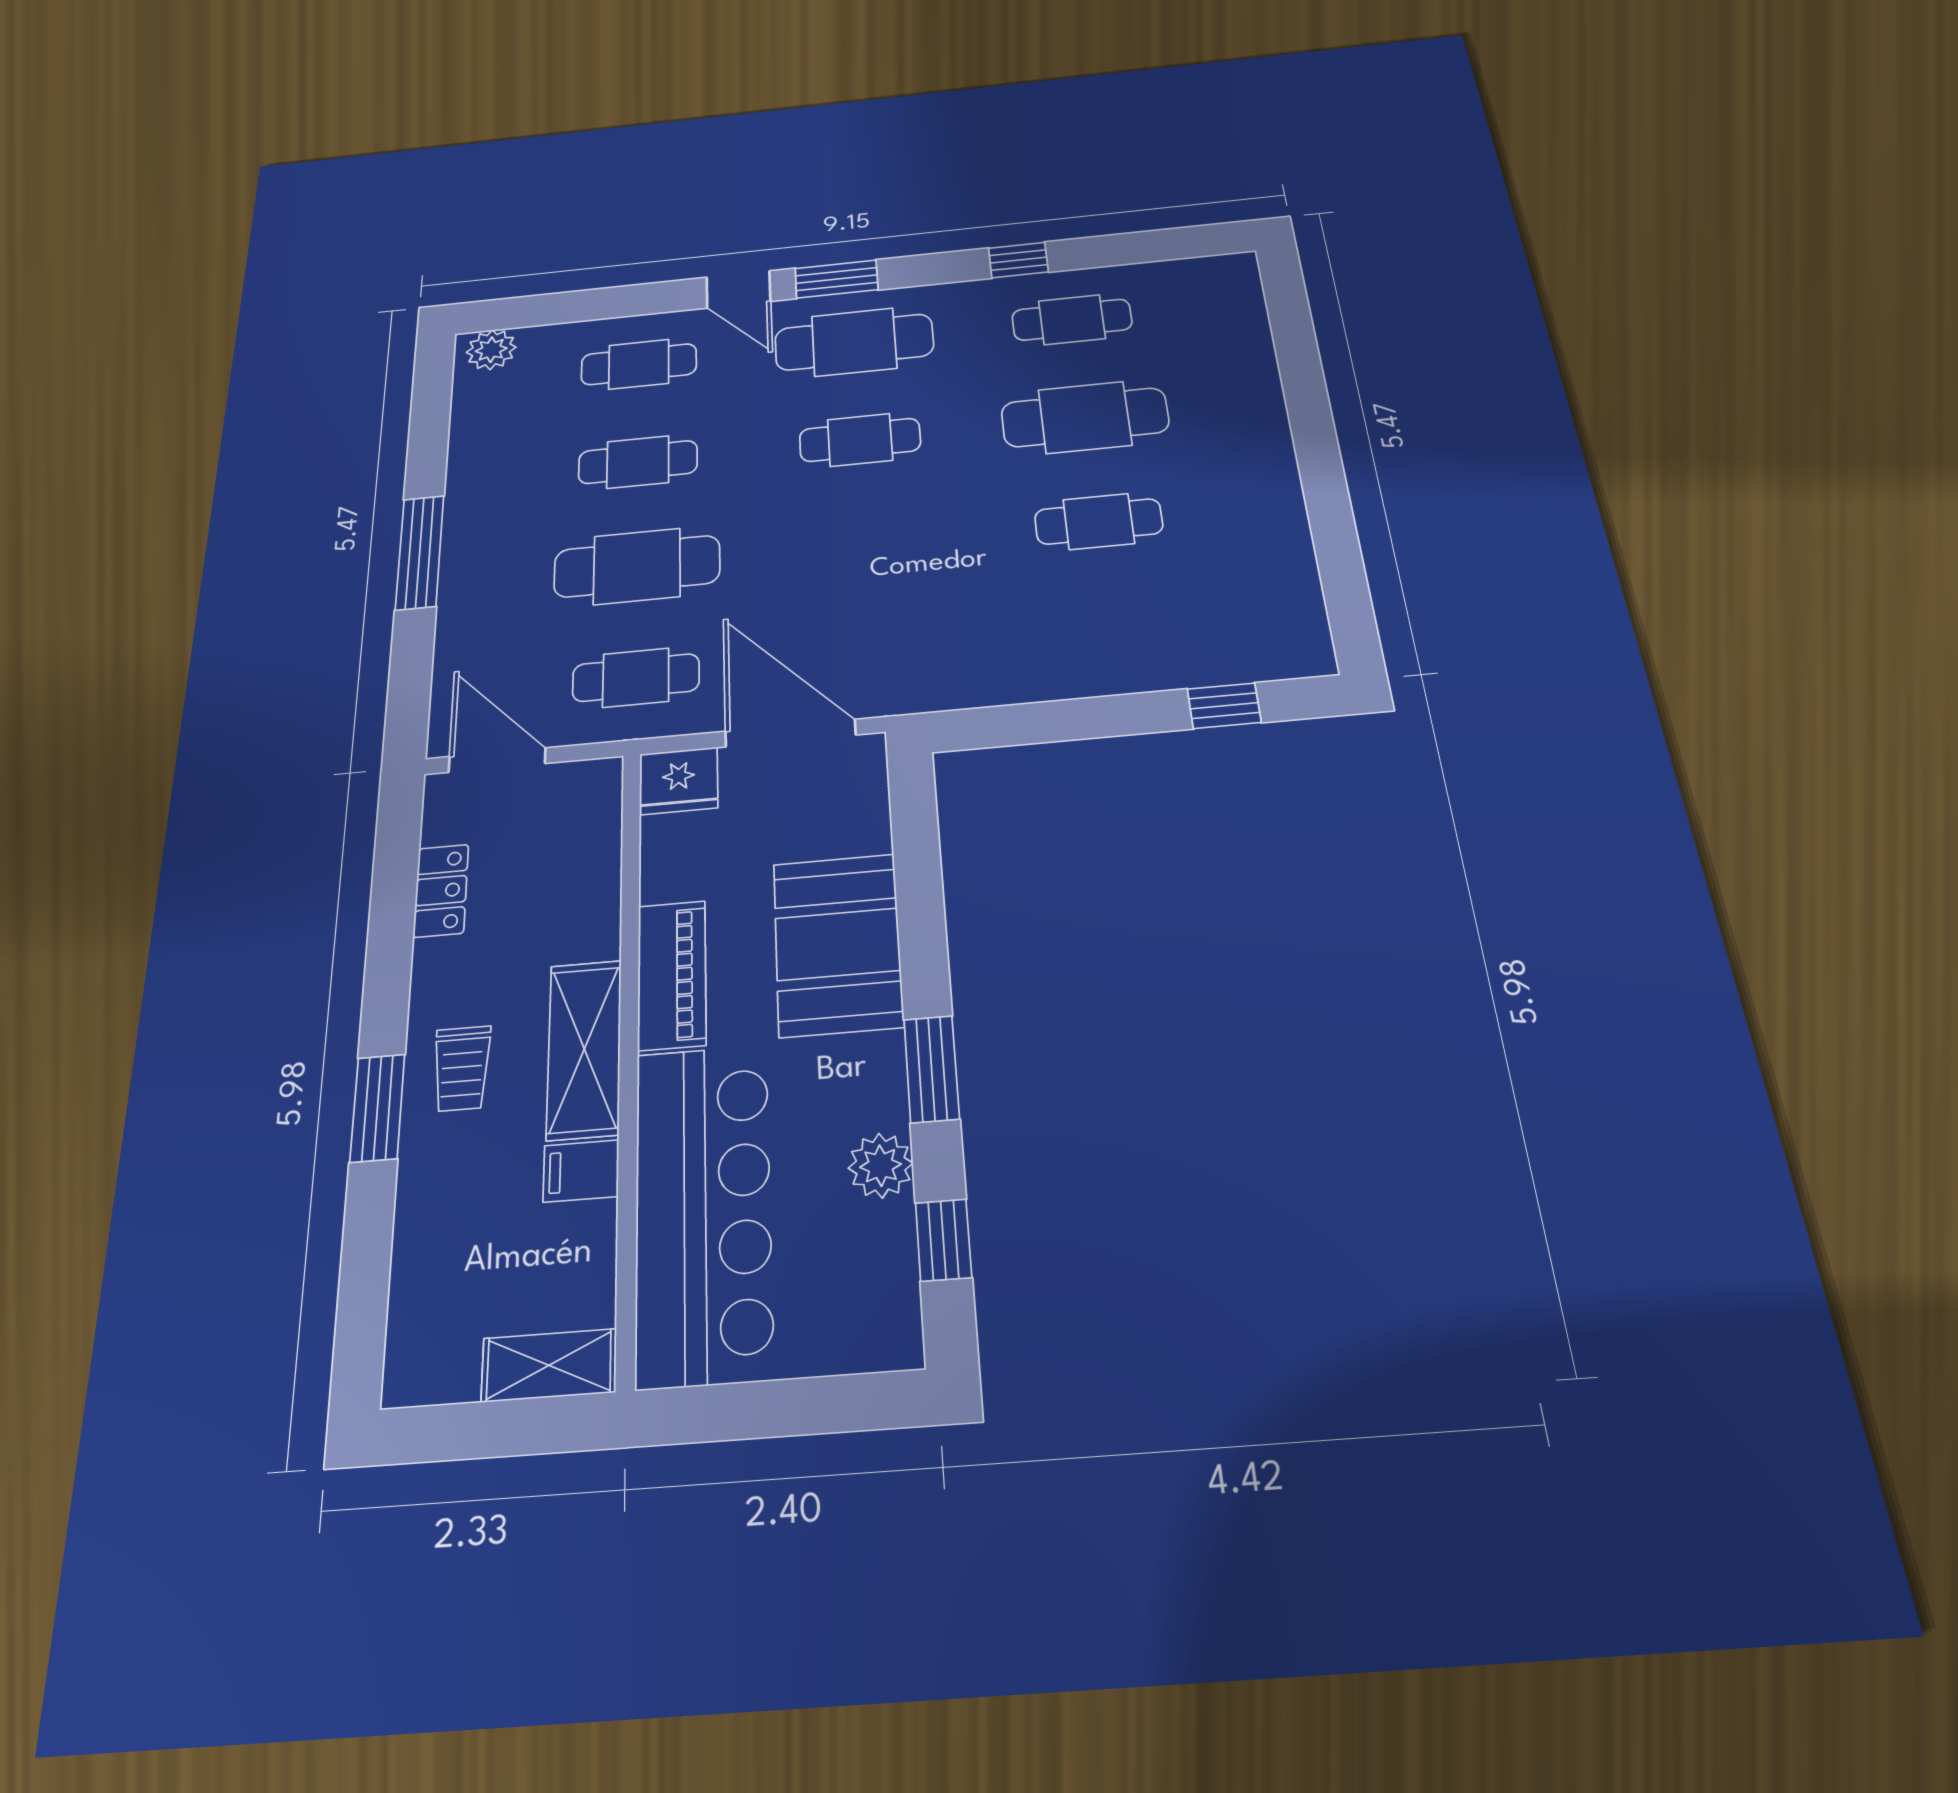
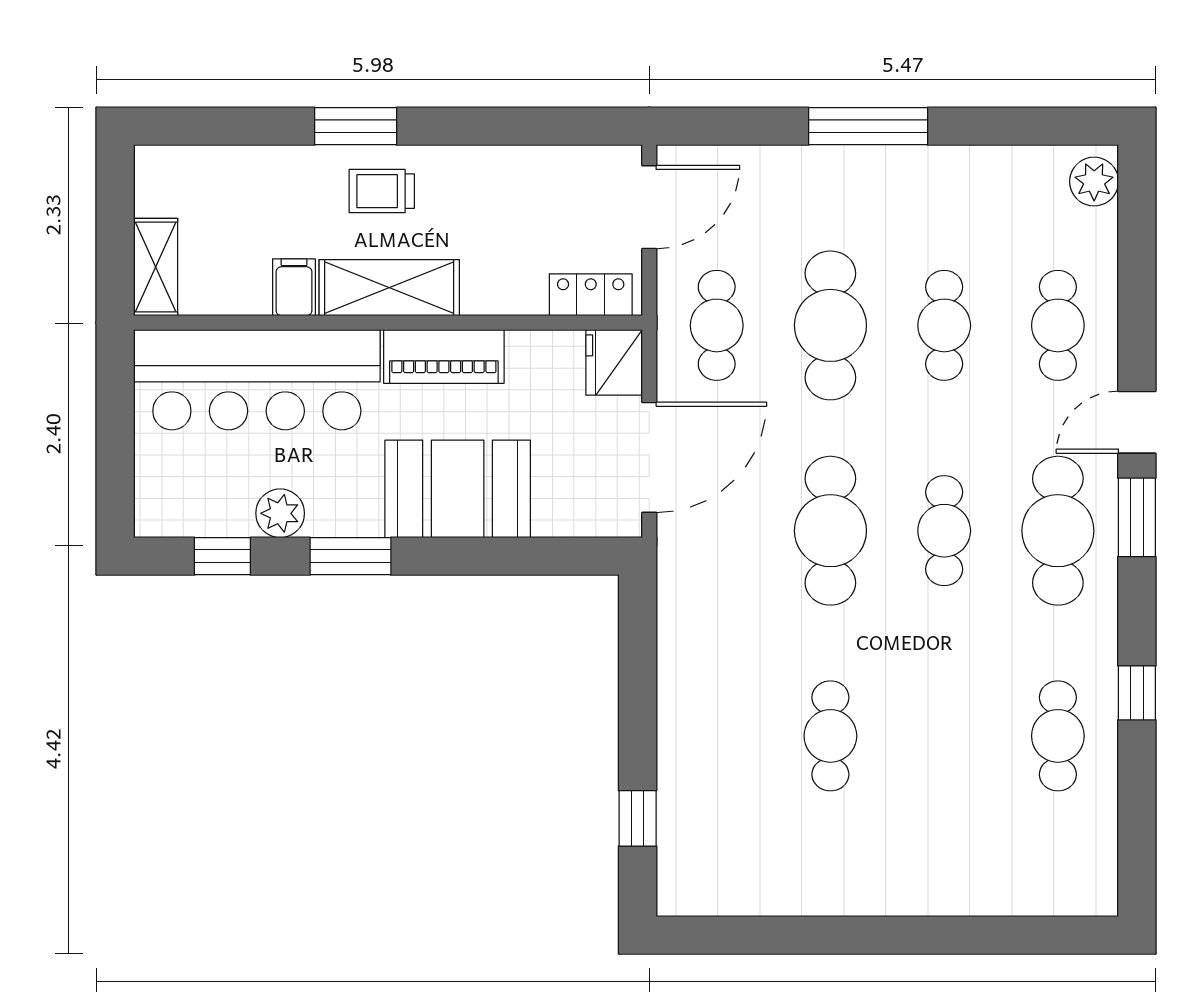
cafe table: (1085, 417) -> (830, 531), moved
locker: (441, 891) -> (591, 295), moved, turned 180

